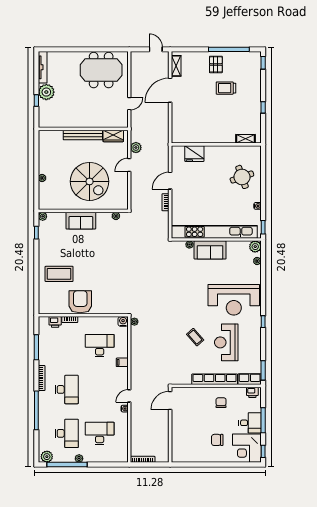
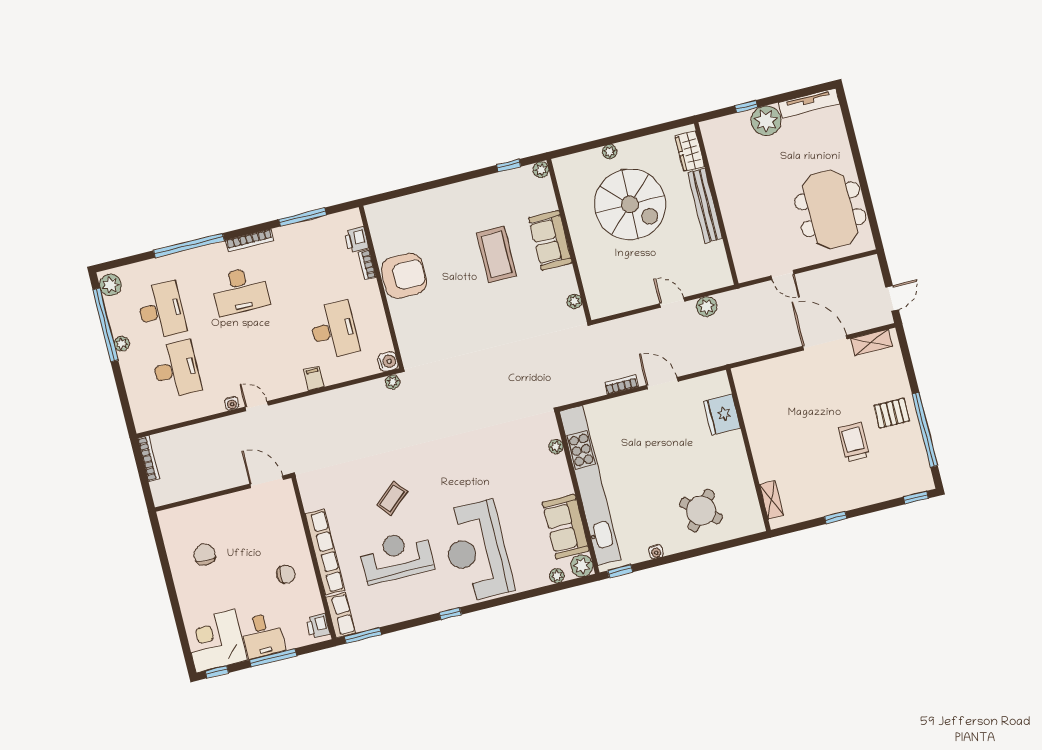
wardrobe: (113, 136) -> (690, 151), moved
round table: (242, 177) -> (701, 511), turned -32
spiral stairs: (90, 181) -> (630, 204), moved, turned -90
sofa: (210, 250) -> (566, 527), moved
coffee table: (59, 274) -> (496, 254), moved
desk: (67, 433) -> (161, 311), turned -90
chair: (217, 440) -> (205, 555), moved

